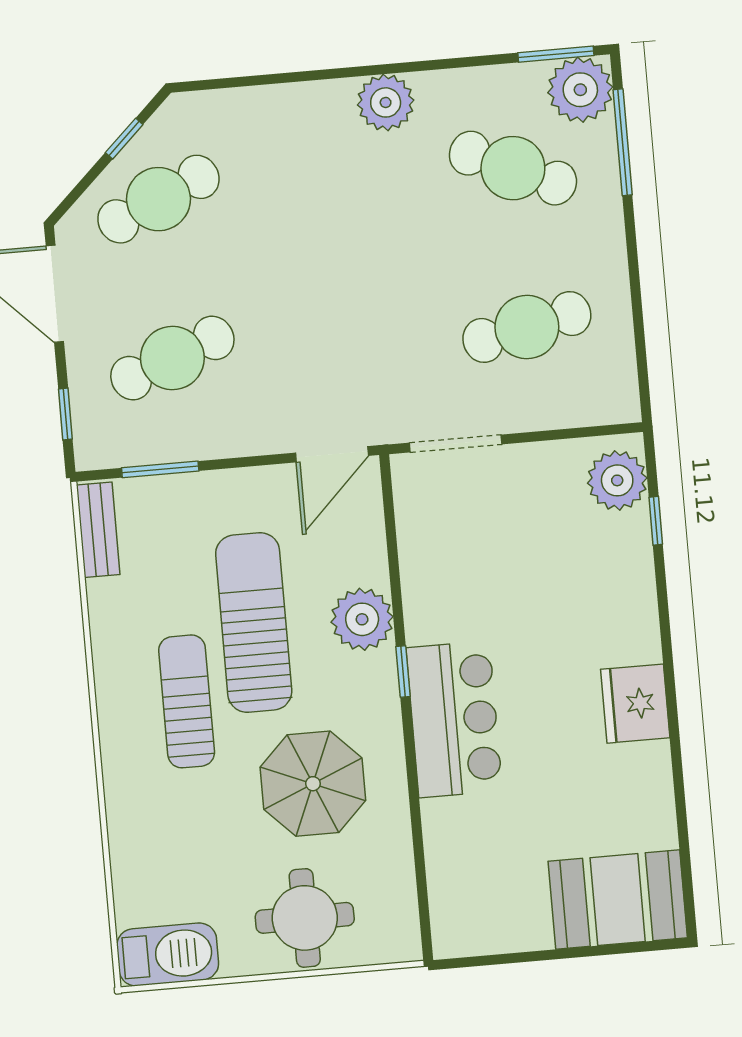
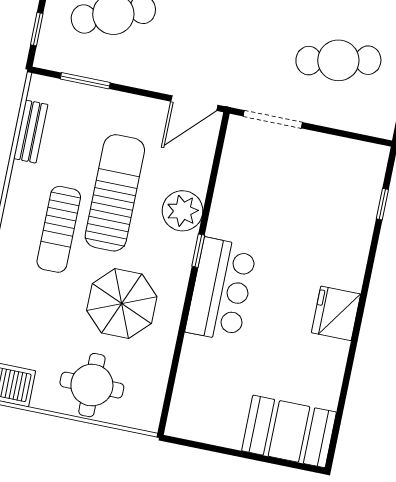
plant: (617, 480) -> (366, 172), removed
bench: (98, 530) -> (31, 132), moved
sun lounger: (187, 701) -> (59, 229), turned 180

